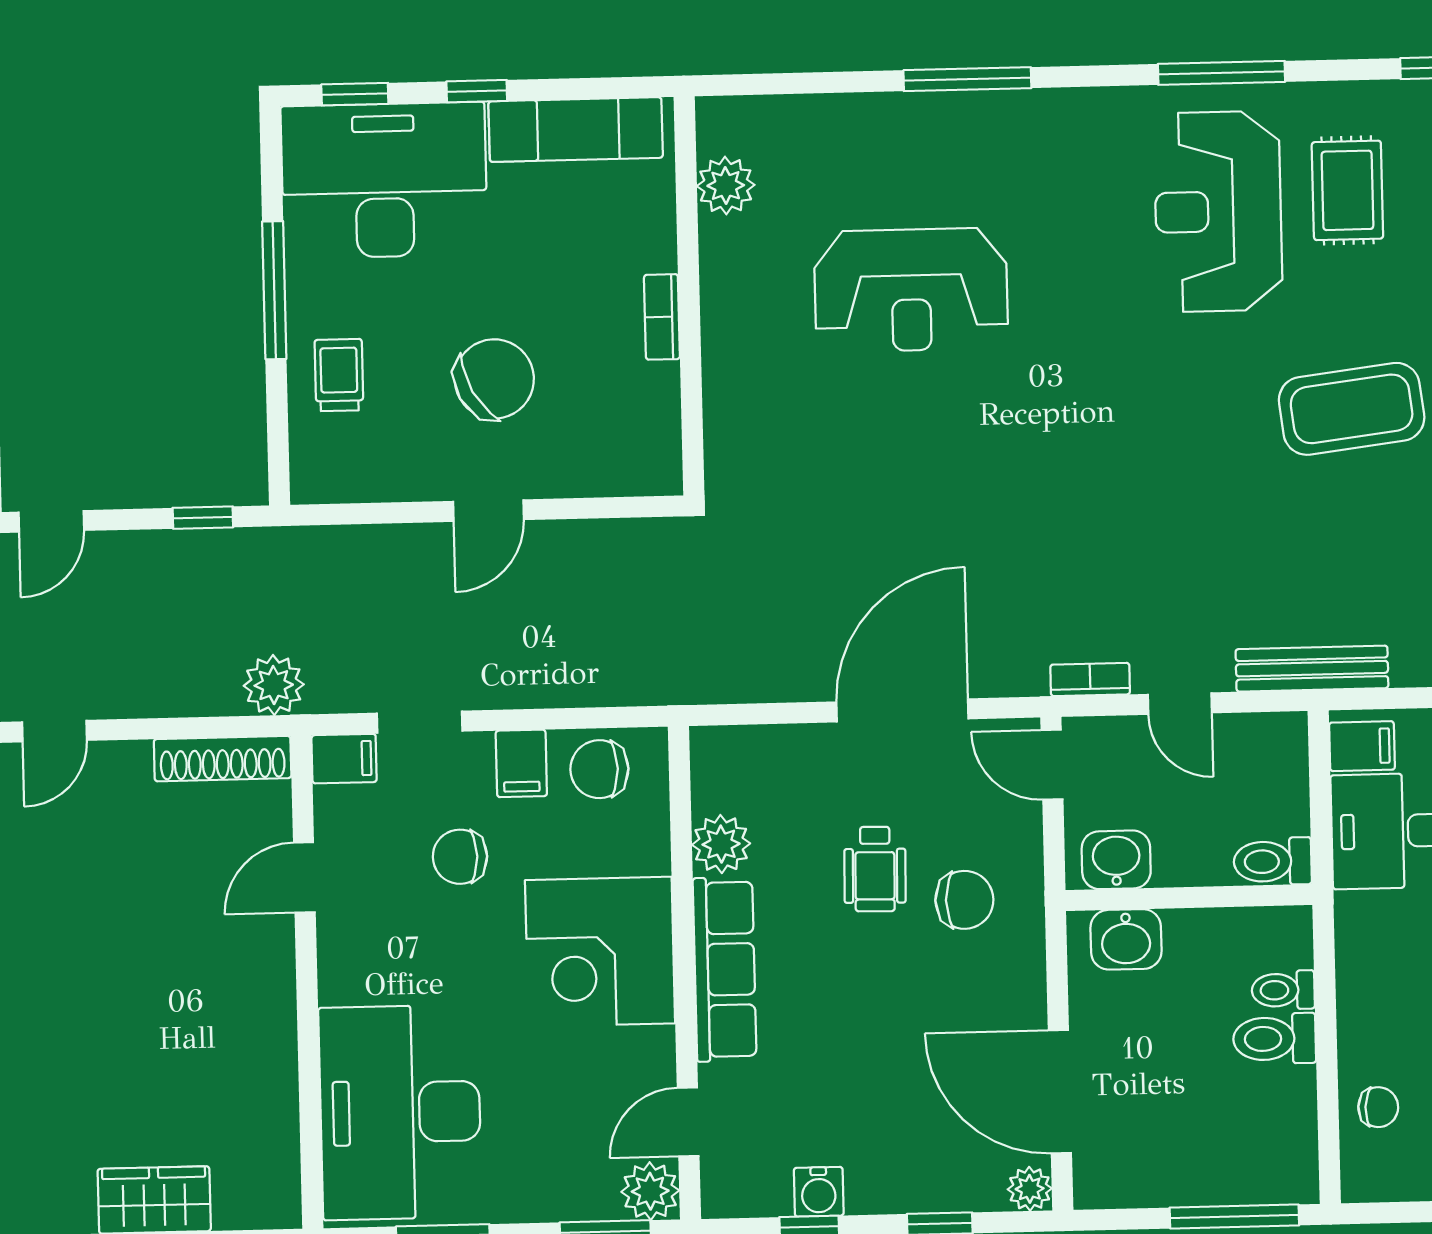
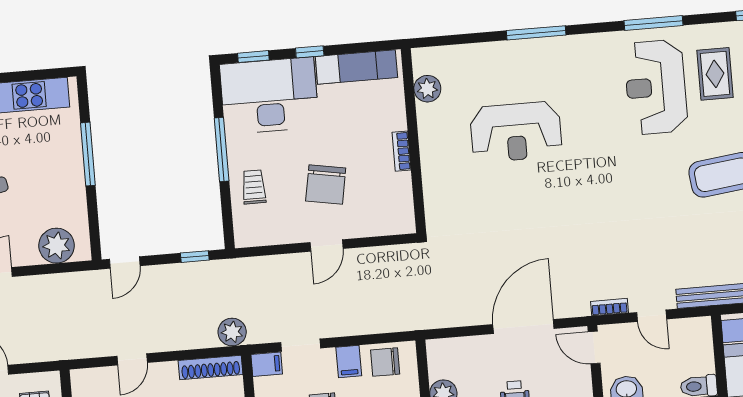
chair: (494, 379) -> (326, 184), turned 129

